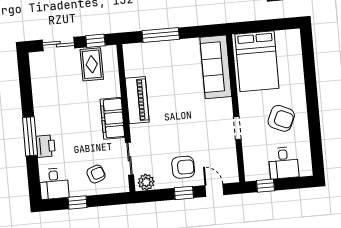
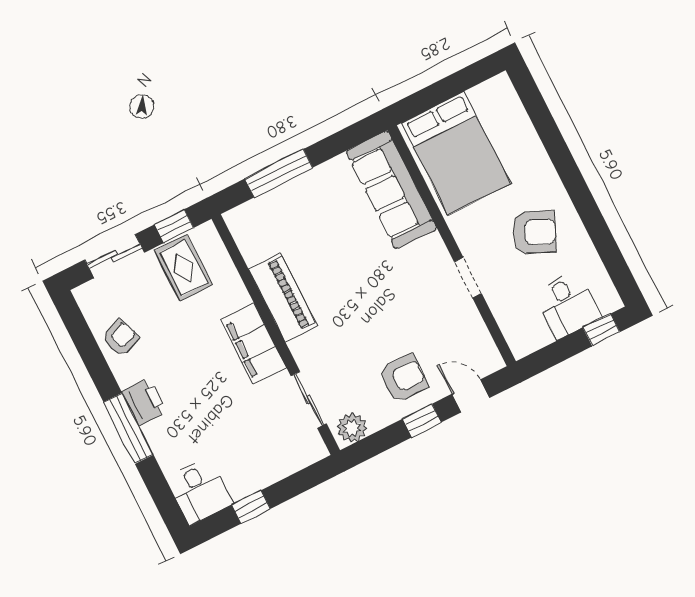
printer: (46, 146) -> (144, 402), moved
armchair: (96, 174) -> (120, 338), moved
window: (266, 186) -> (601, 330), moved

